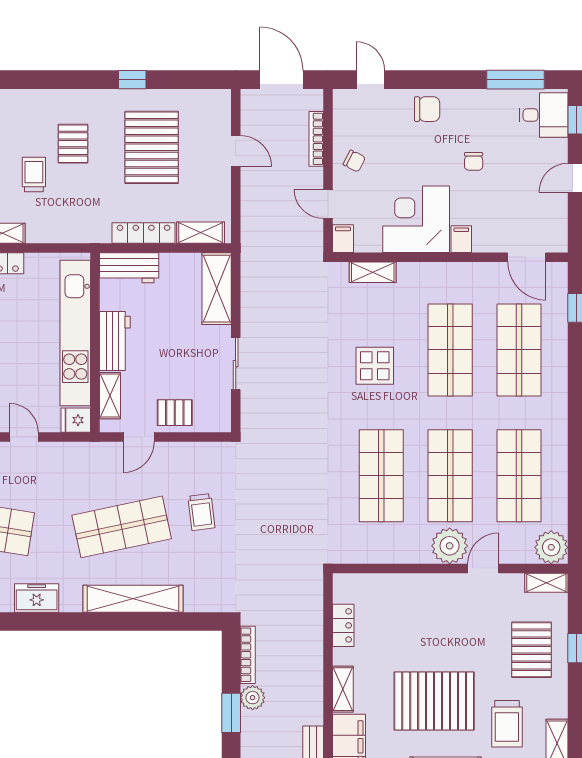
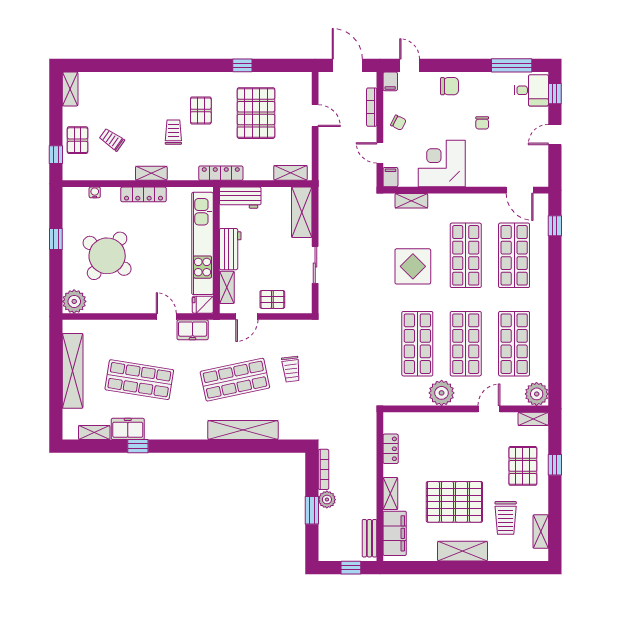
locker: (144, 233) -> (221, 173), moved
filing cabinet: (461, 239) -> (390, 81), moved, turned 180
display table: (375, 366) -> (413, 266), width x1.36, depth x1.36
plant: (450, 546) -> (442, 393), moved
freezer: (37, 598) -> (193, 330), moved, turned 180

